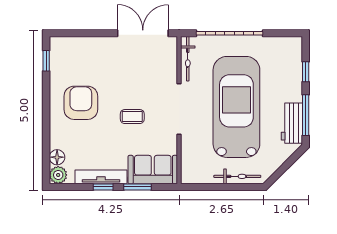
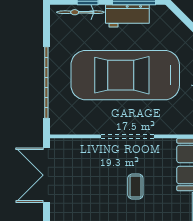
bicycle: (188, 59) -> (80, 12), moved, turned 180
workbench: (292, 123) -> (127, 16), moved

